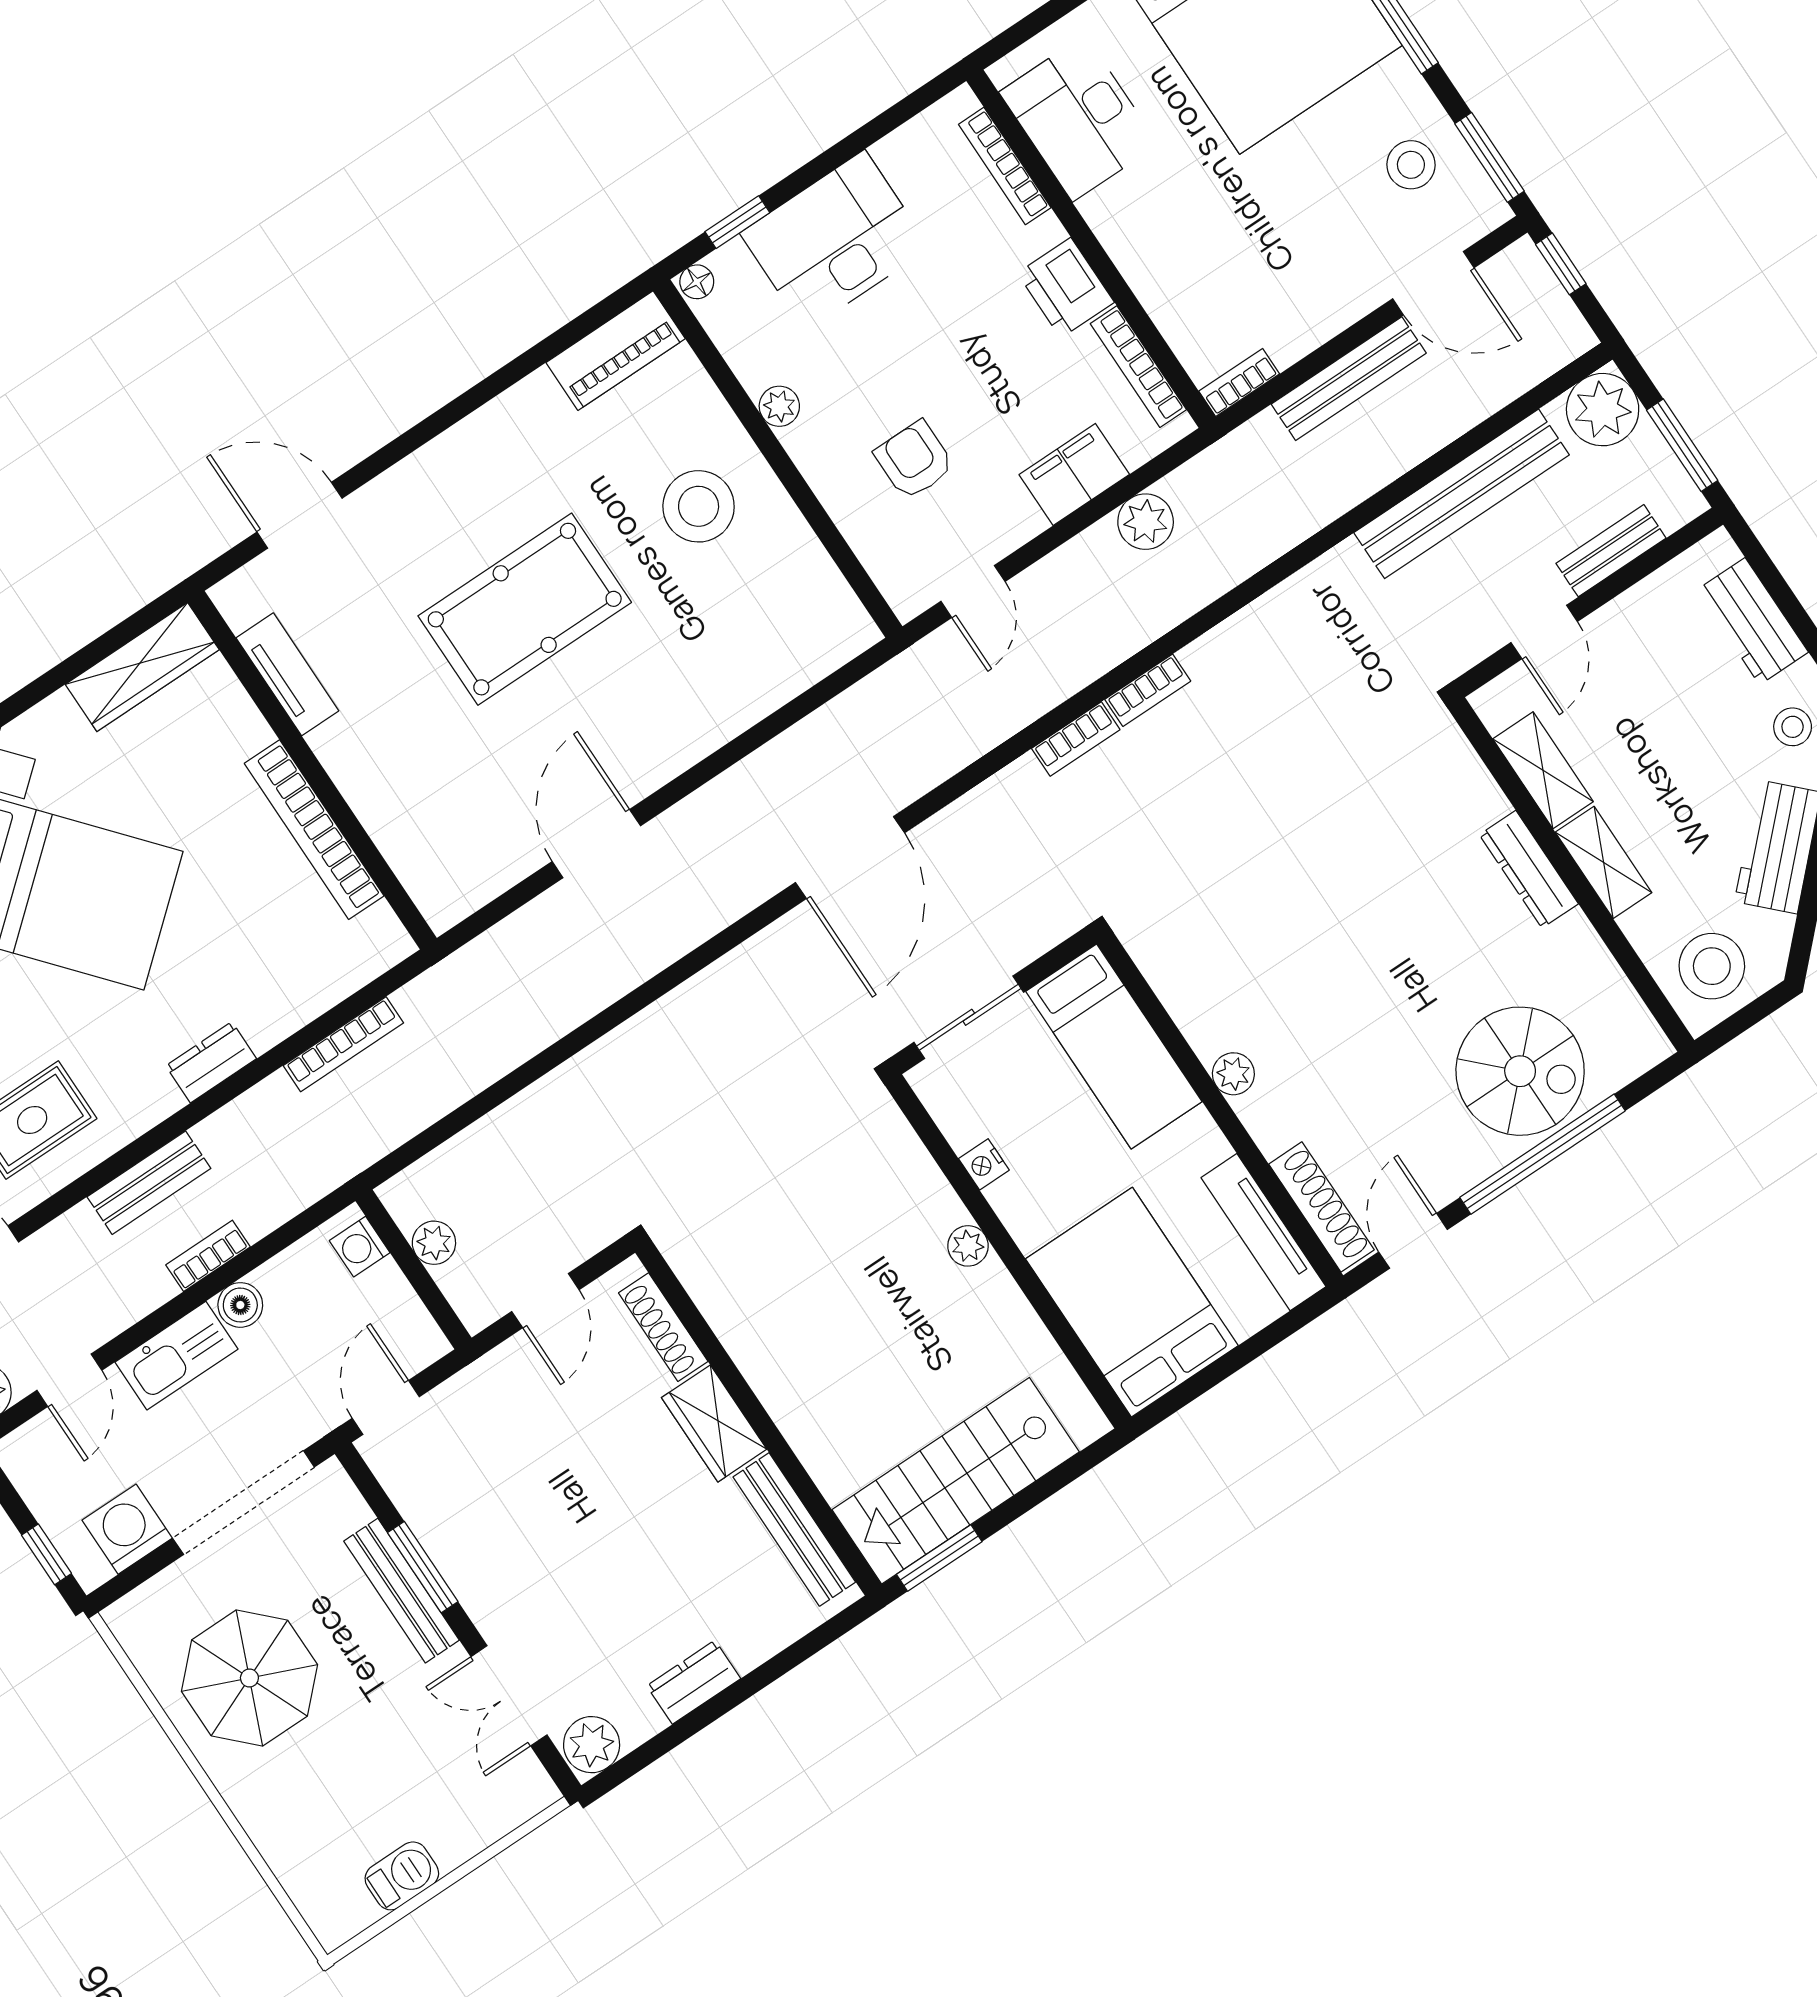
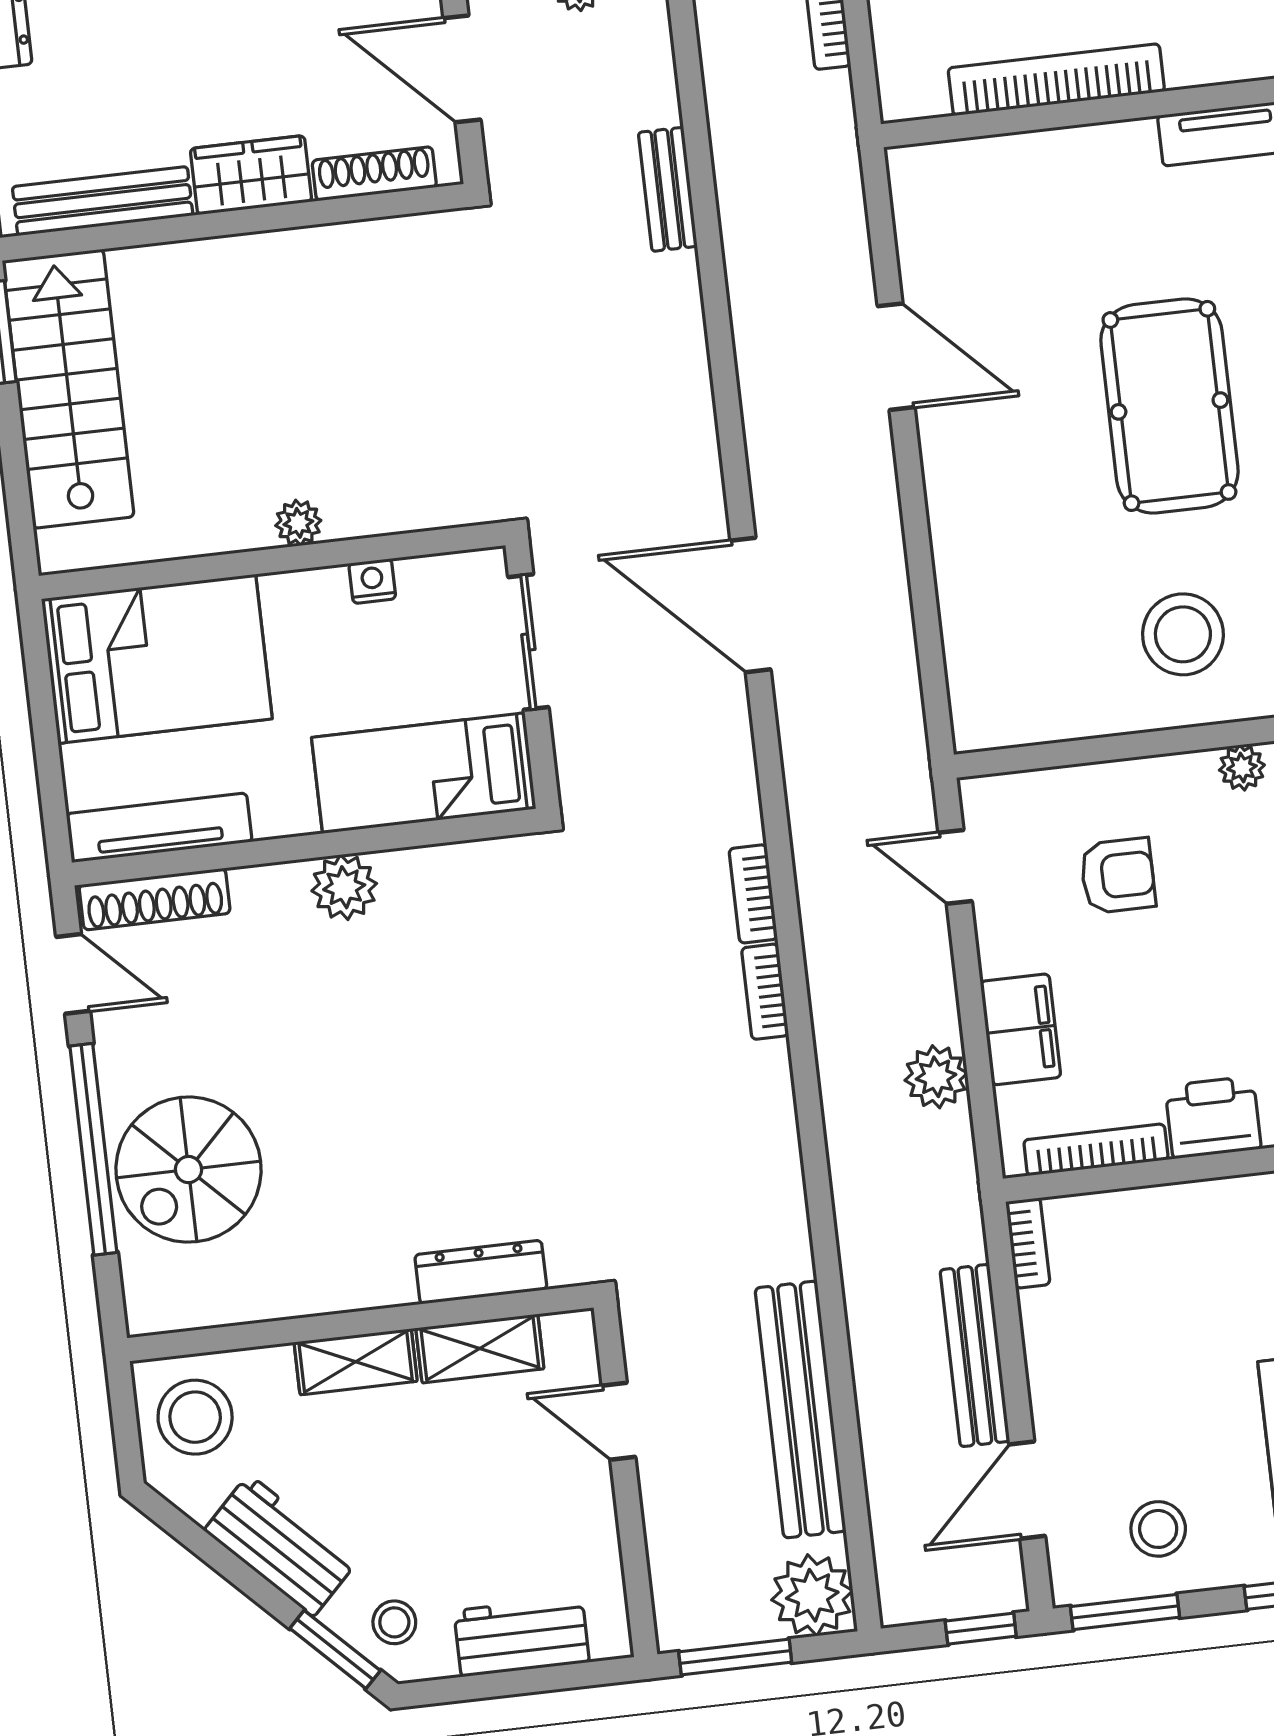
bench: (1611, 551) -> (668, 189), moved
dresser: (1529, 869) -> (481, 1272), moved
plant: (1233, 1074) -> (344, 887), width x1.38, depth x1.38
door: (545, 1301) -> (462, 69), width x1.37

